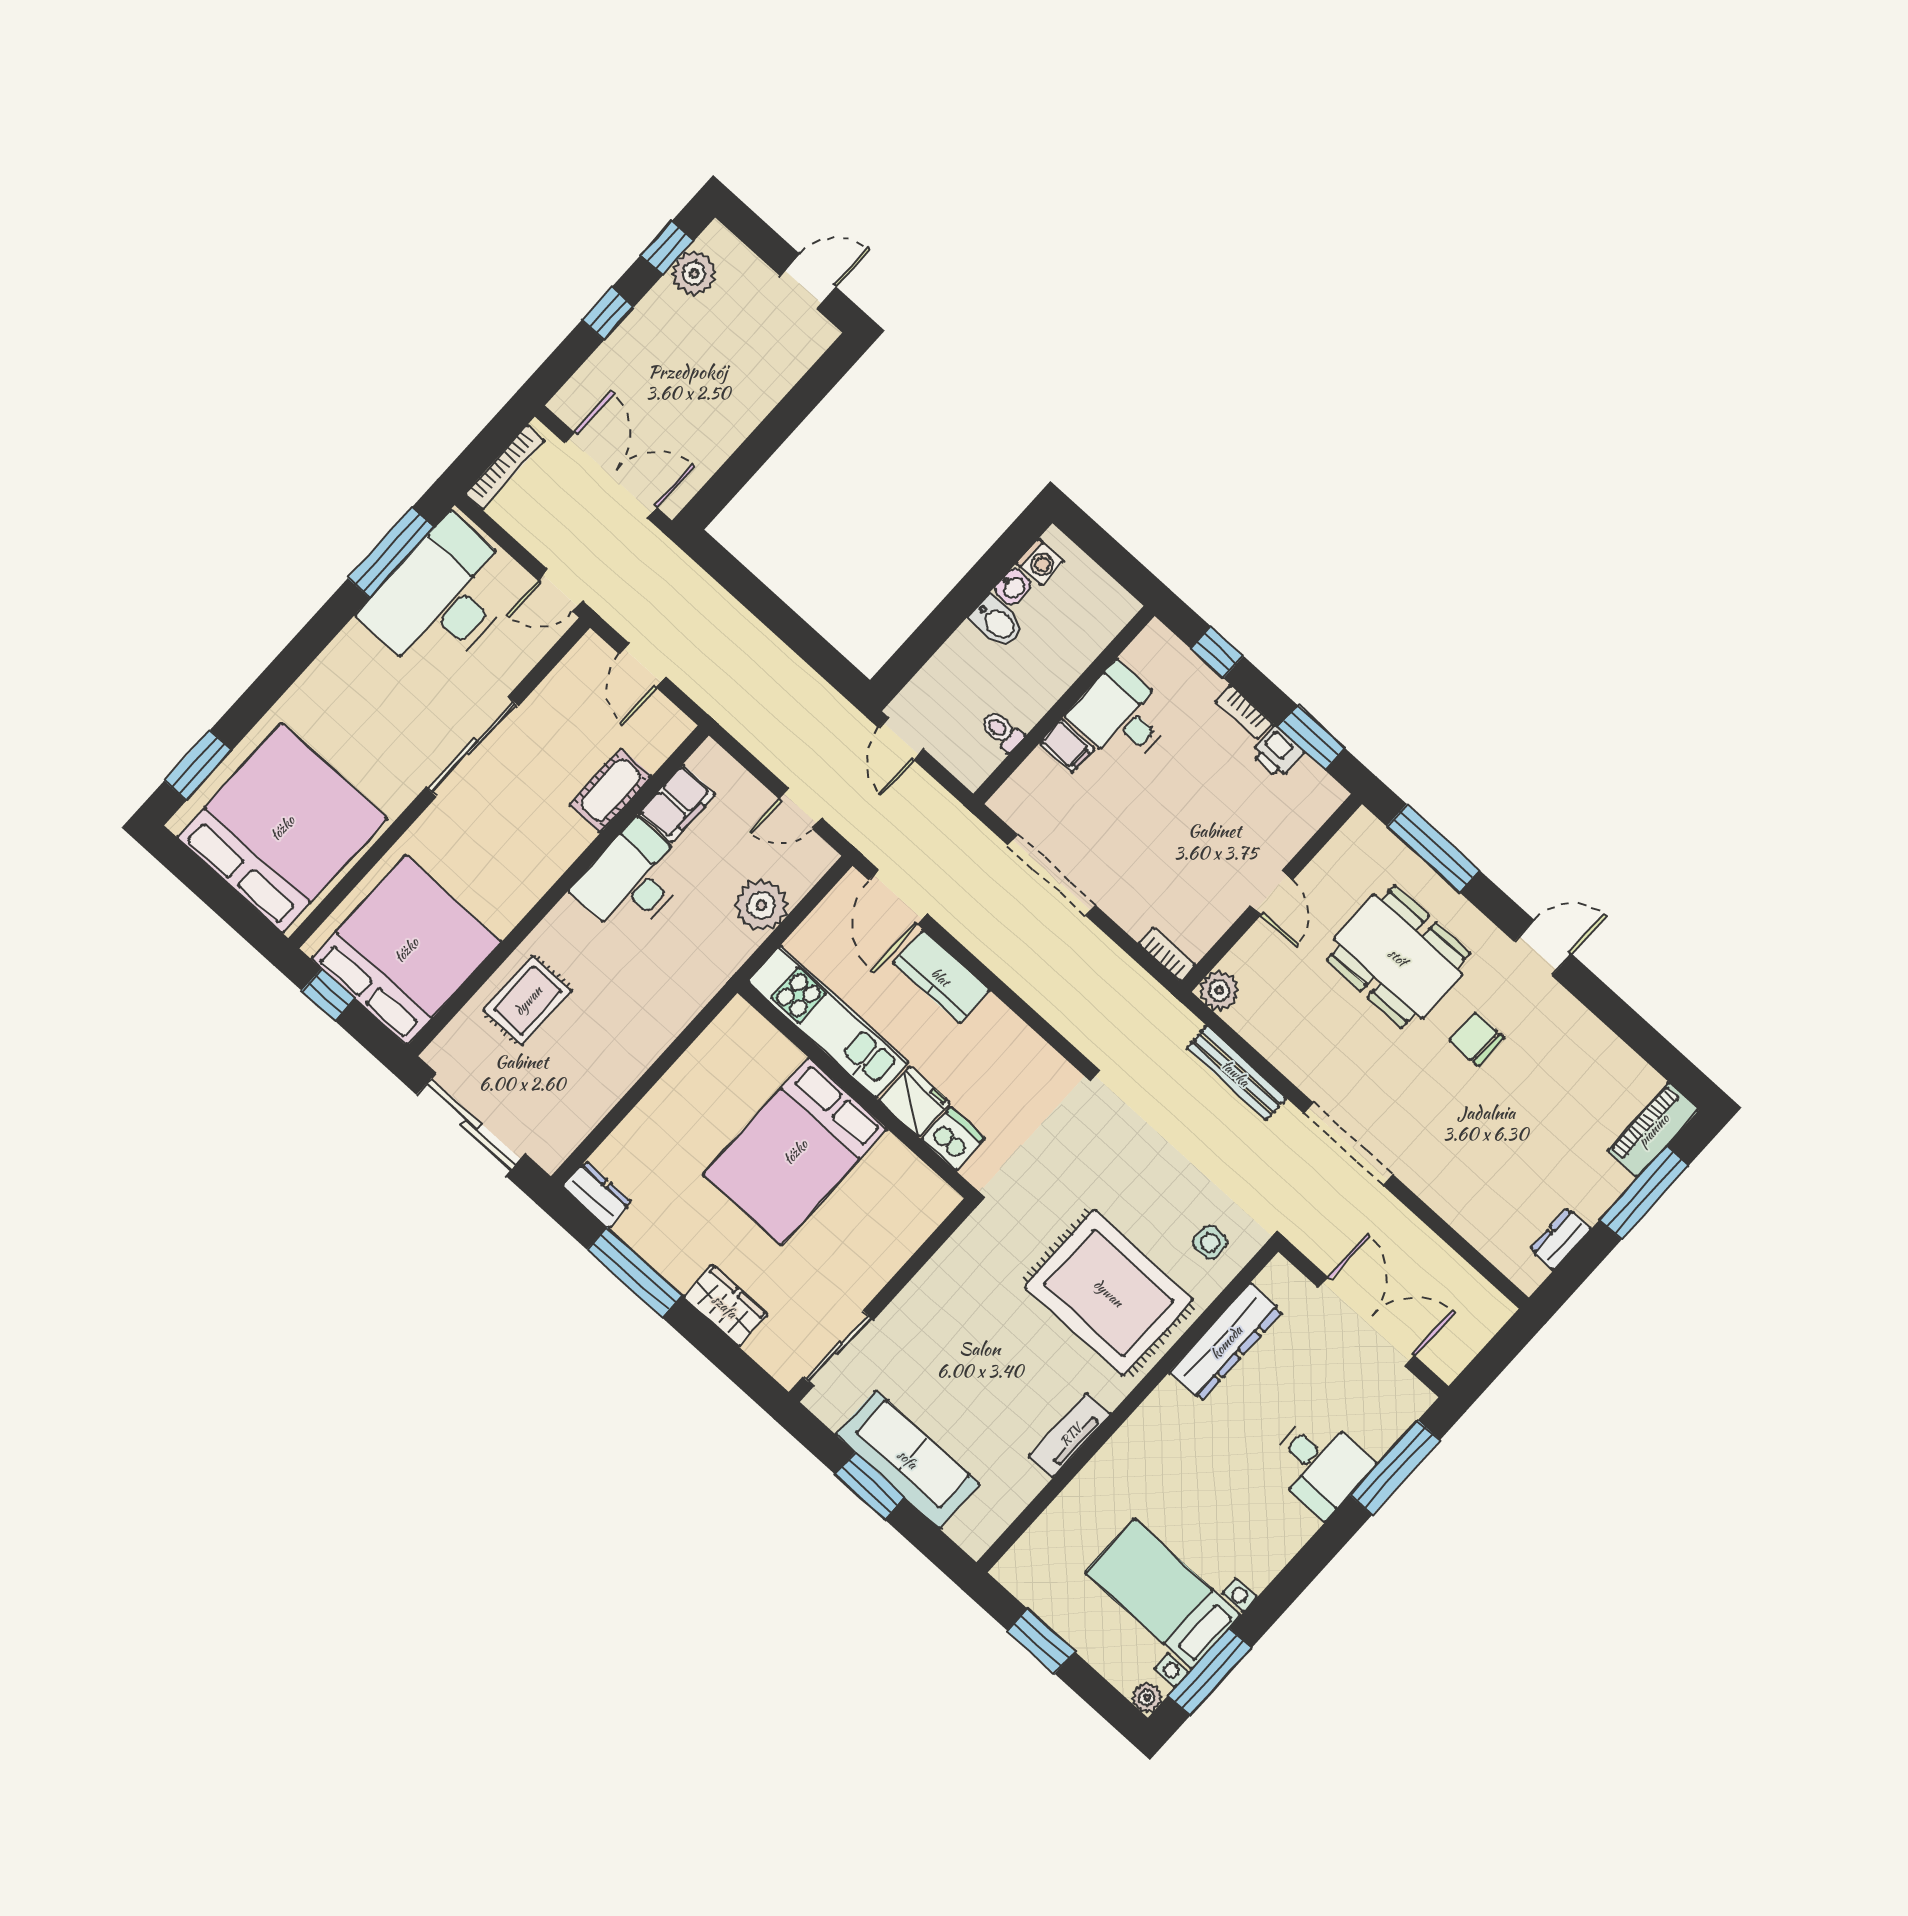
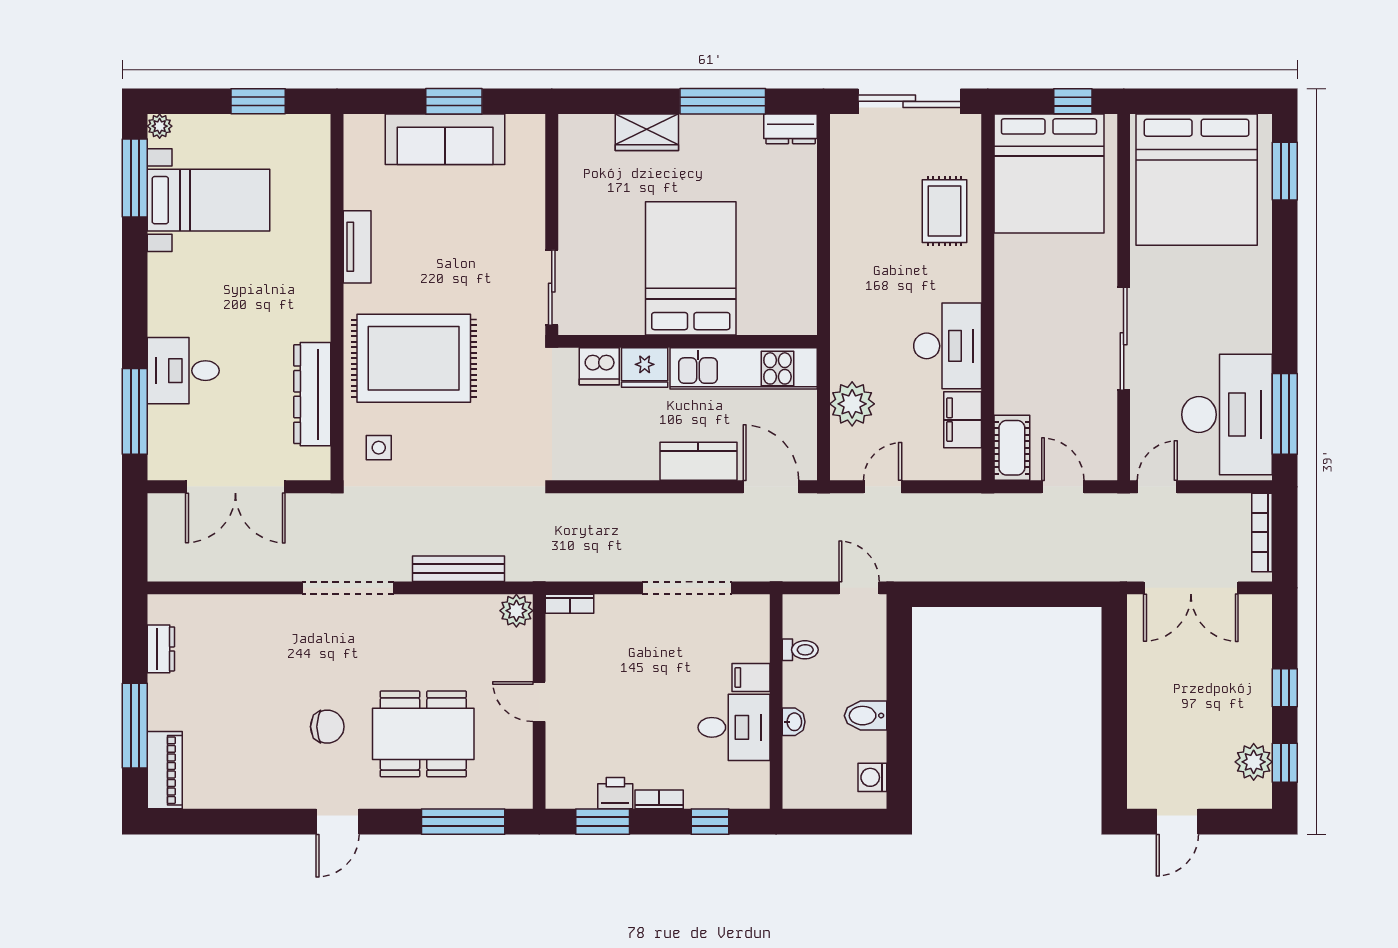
washbasin: (1013, 587) -> (794, 722), moved, turned 180
cot: (611, 790) -> (1012, 448), moved
sliding door: (838, 1348) -> (552, 288), moved

